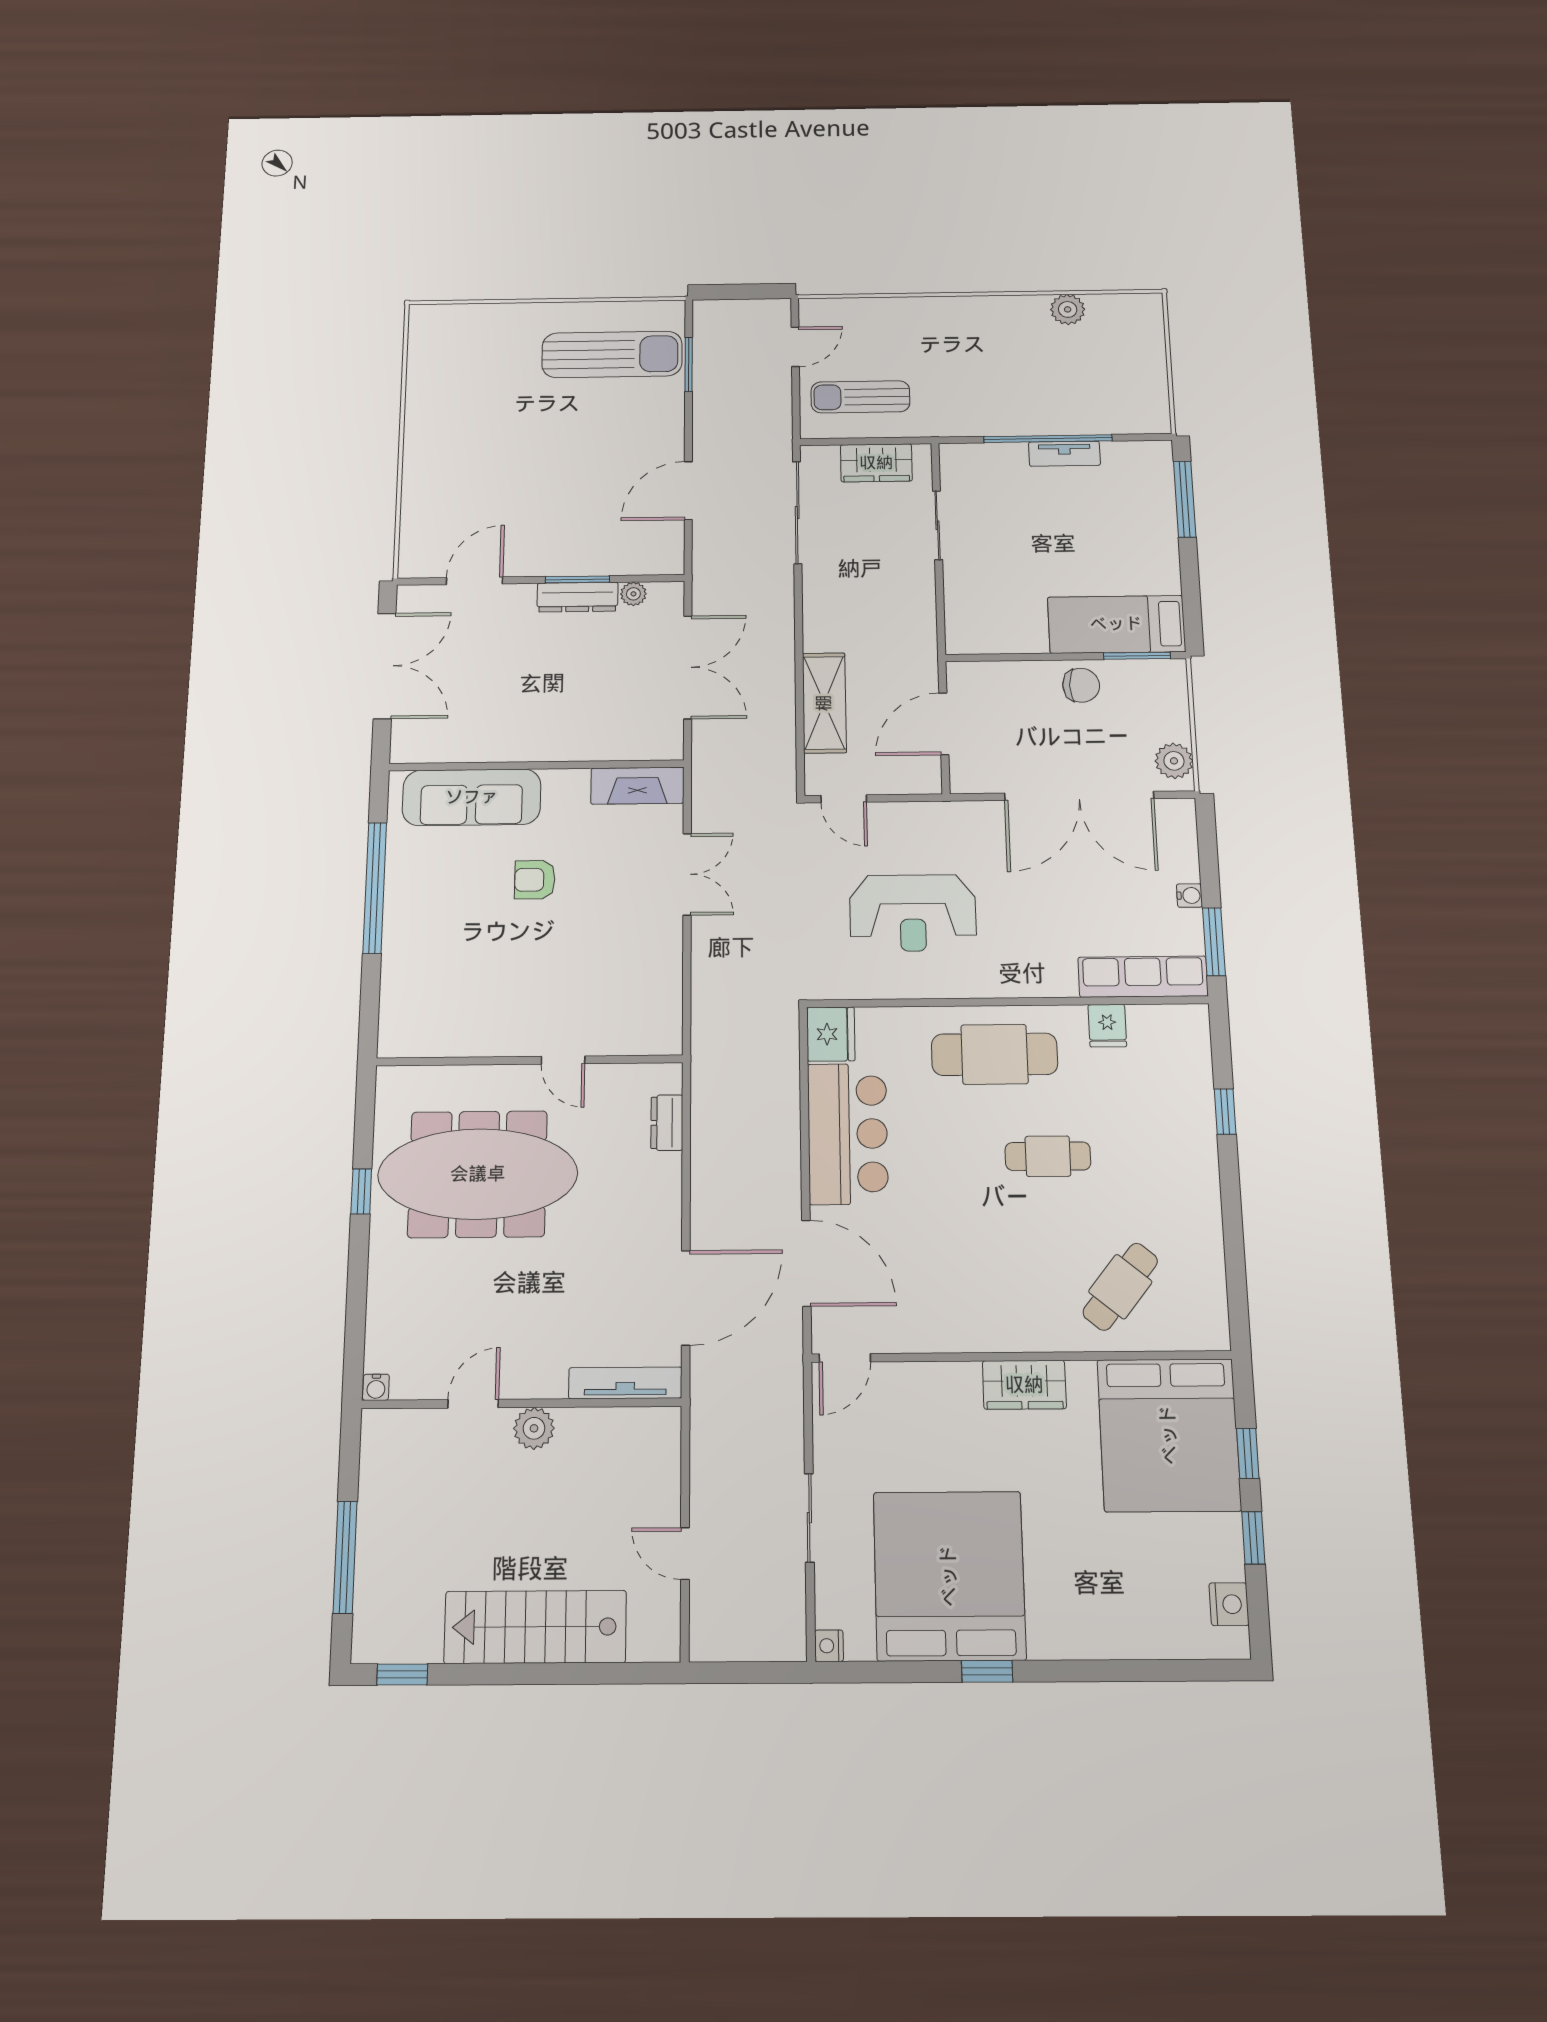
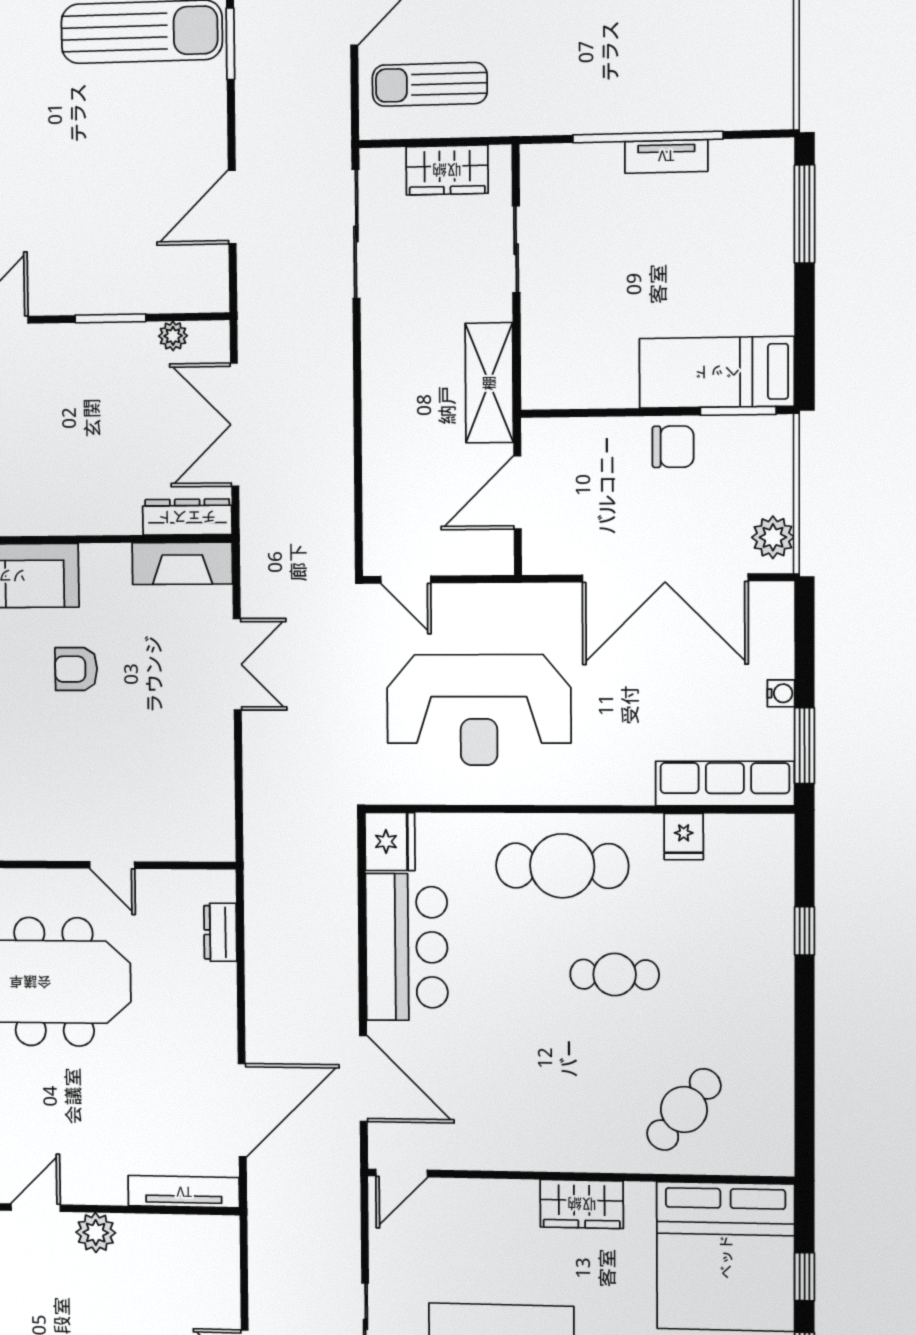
dresser: (577, 597) -> (187, 517), moved, turned 180
double door: (688, 667) -> (235, 425), swing flipped
shelving: (824, 703) -> (489, 383), moved
reception desk: (913, 913) -> (479, 710), width x1.36, depth x1.30

